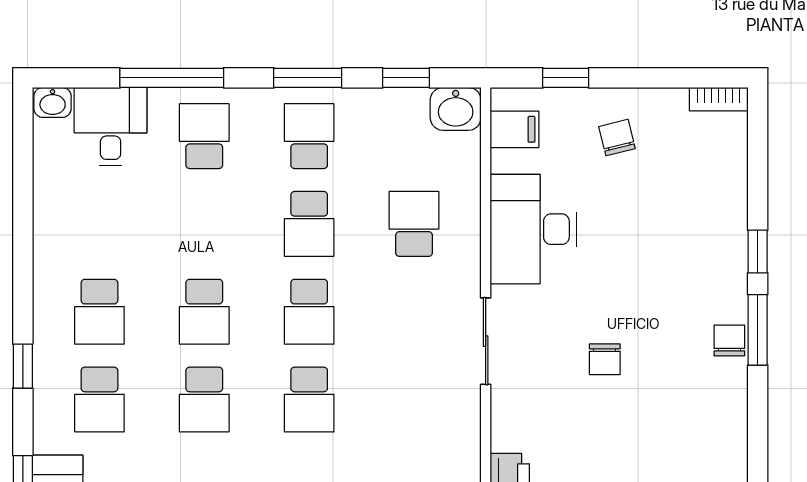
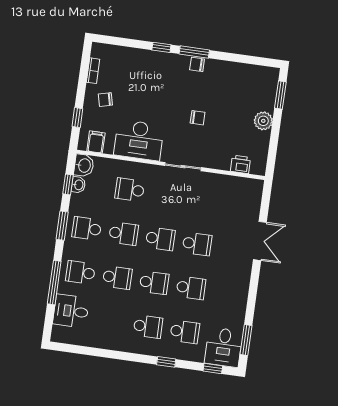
bookcase: (719, 99) -> (93, 71), moved
washbasin: (53, 102) -> (78, 185), moved
school desk: (204, 224) -> (117, 278), added

